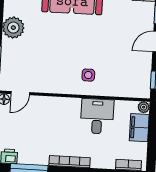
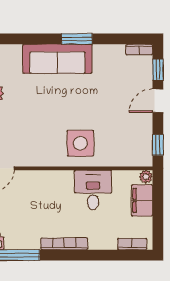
side table: (88, 75) -> (80, 143), width x1.87, depth x1.87

